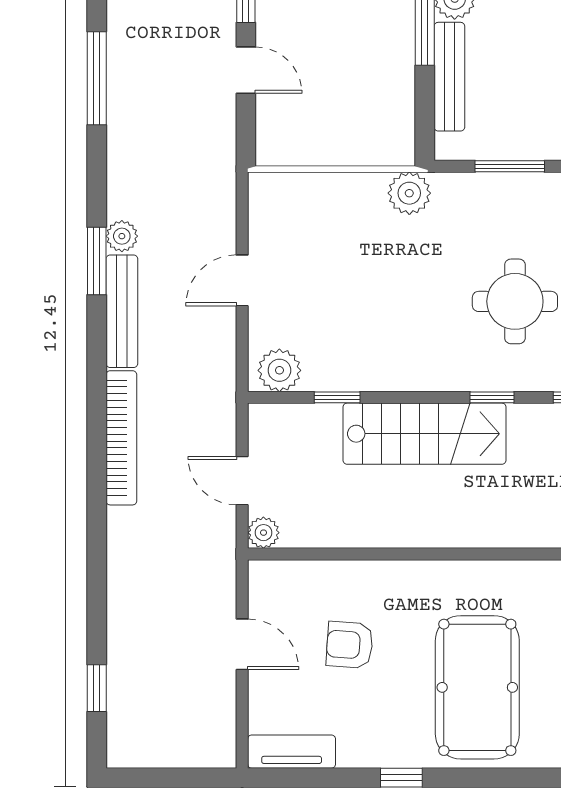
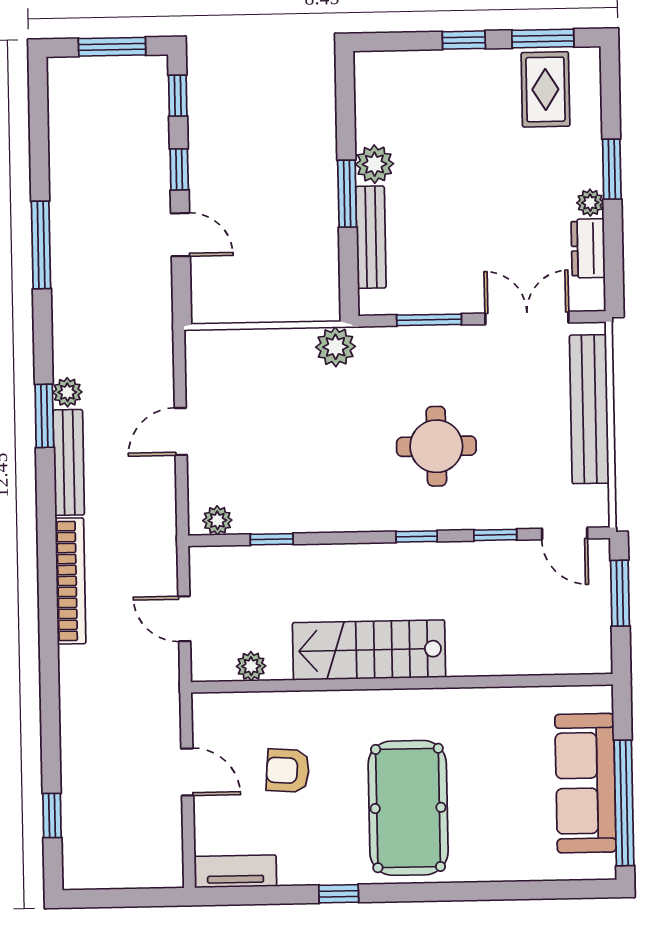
plant: (279, 370) -> (217, 520), width x0.73, depth x0.73
stairs: (425, 434) -> (369, 650), moved, turned 180
plant: (263, 533) -> (251, 666), moved

